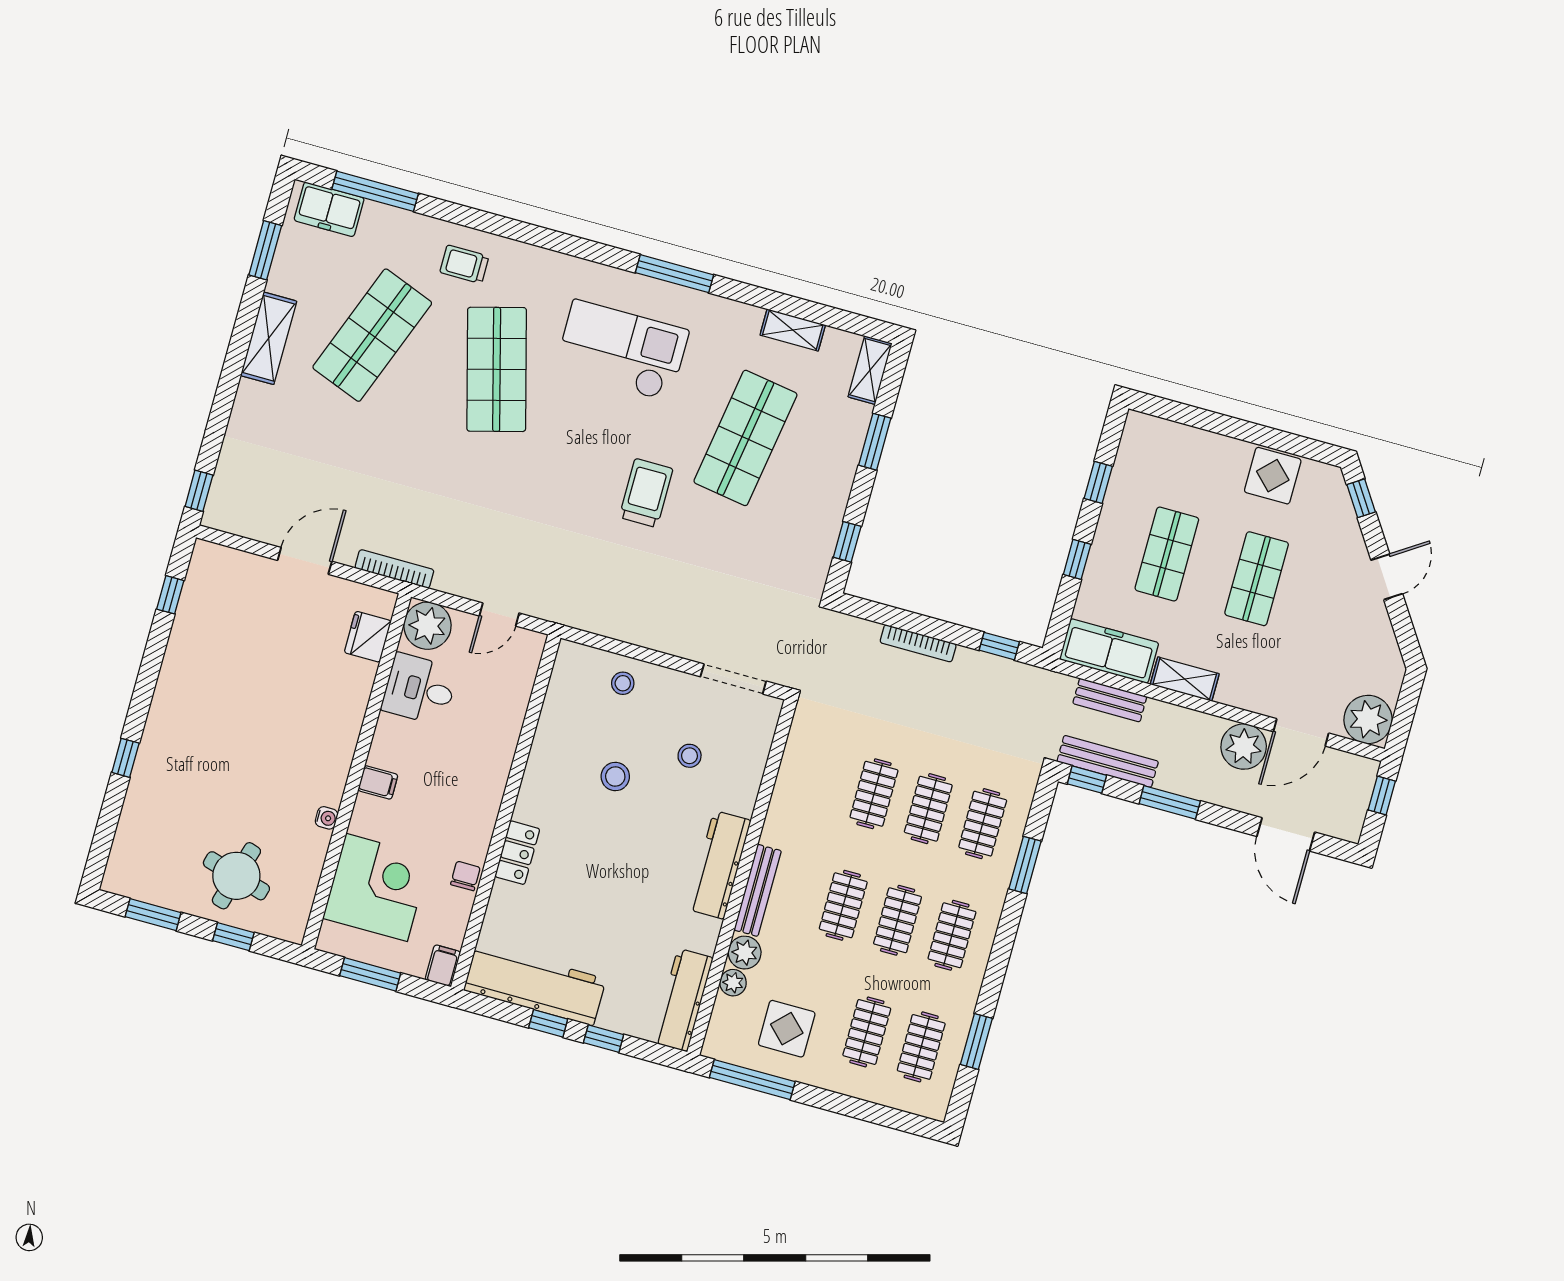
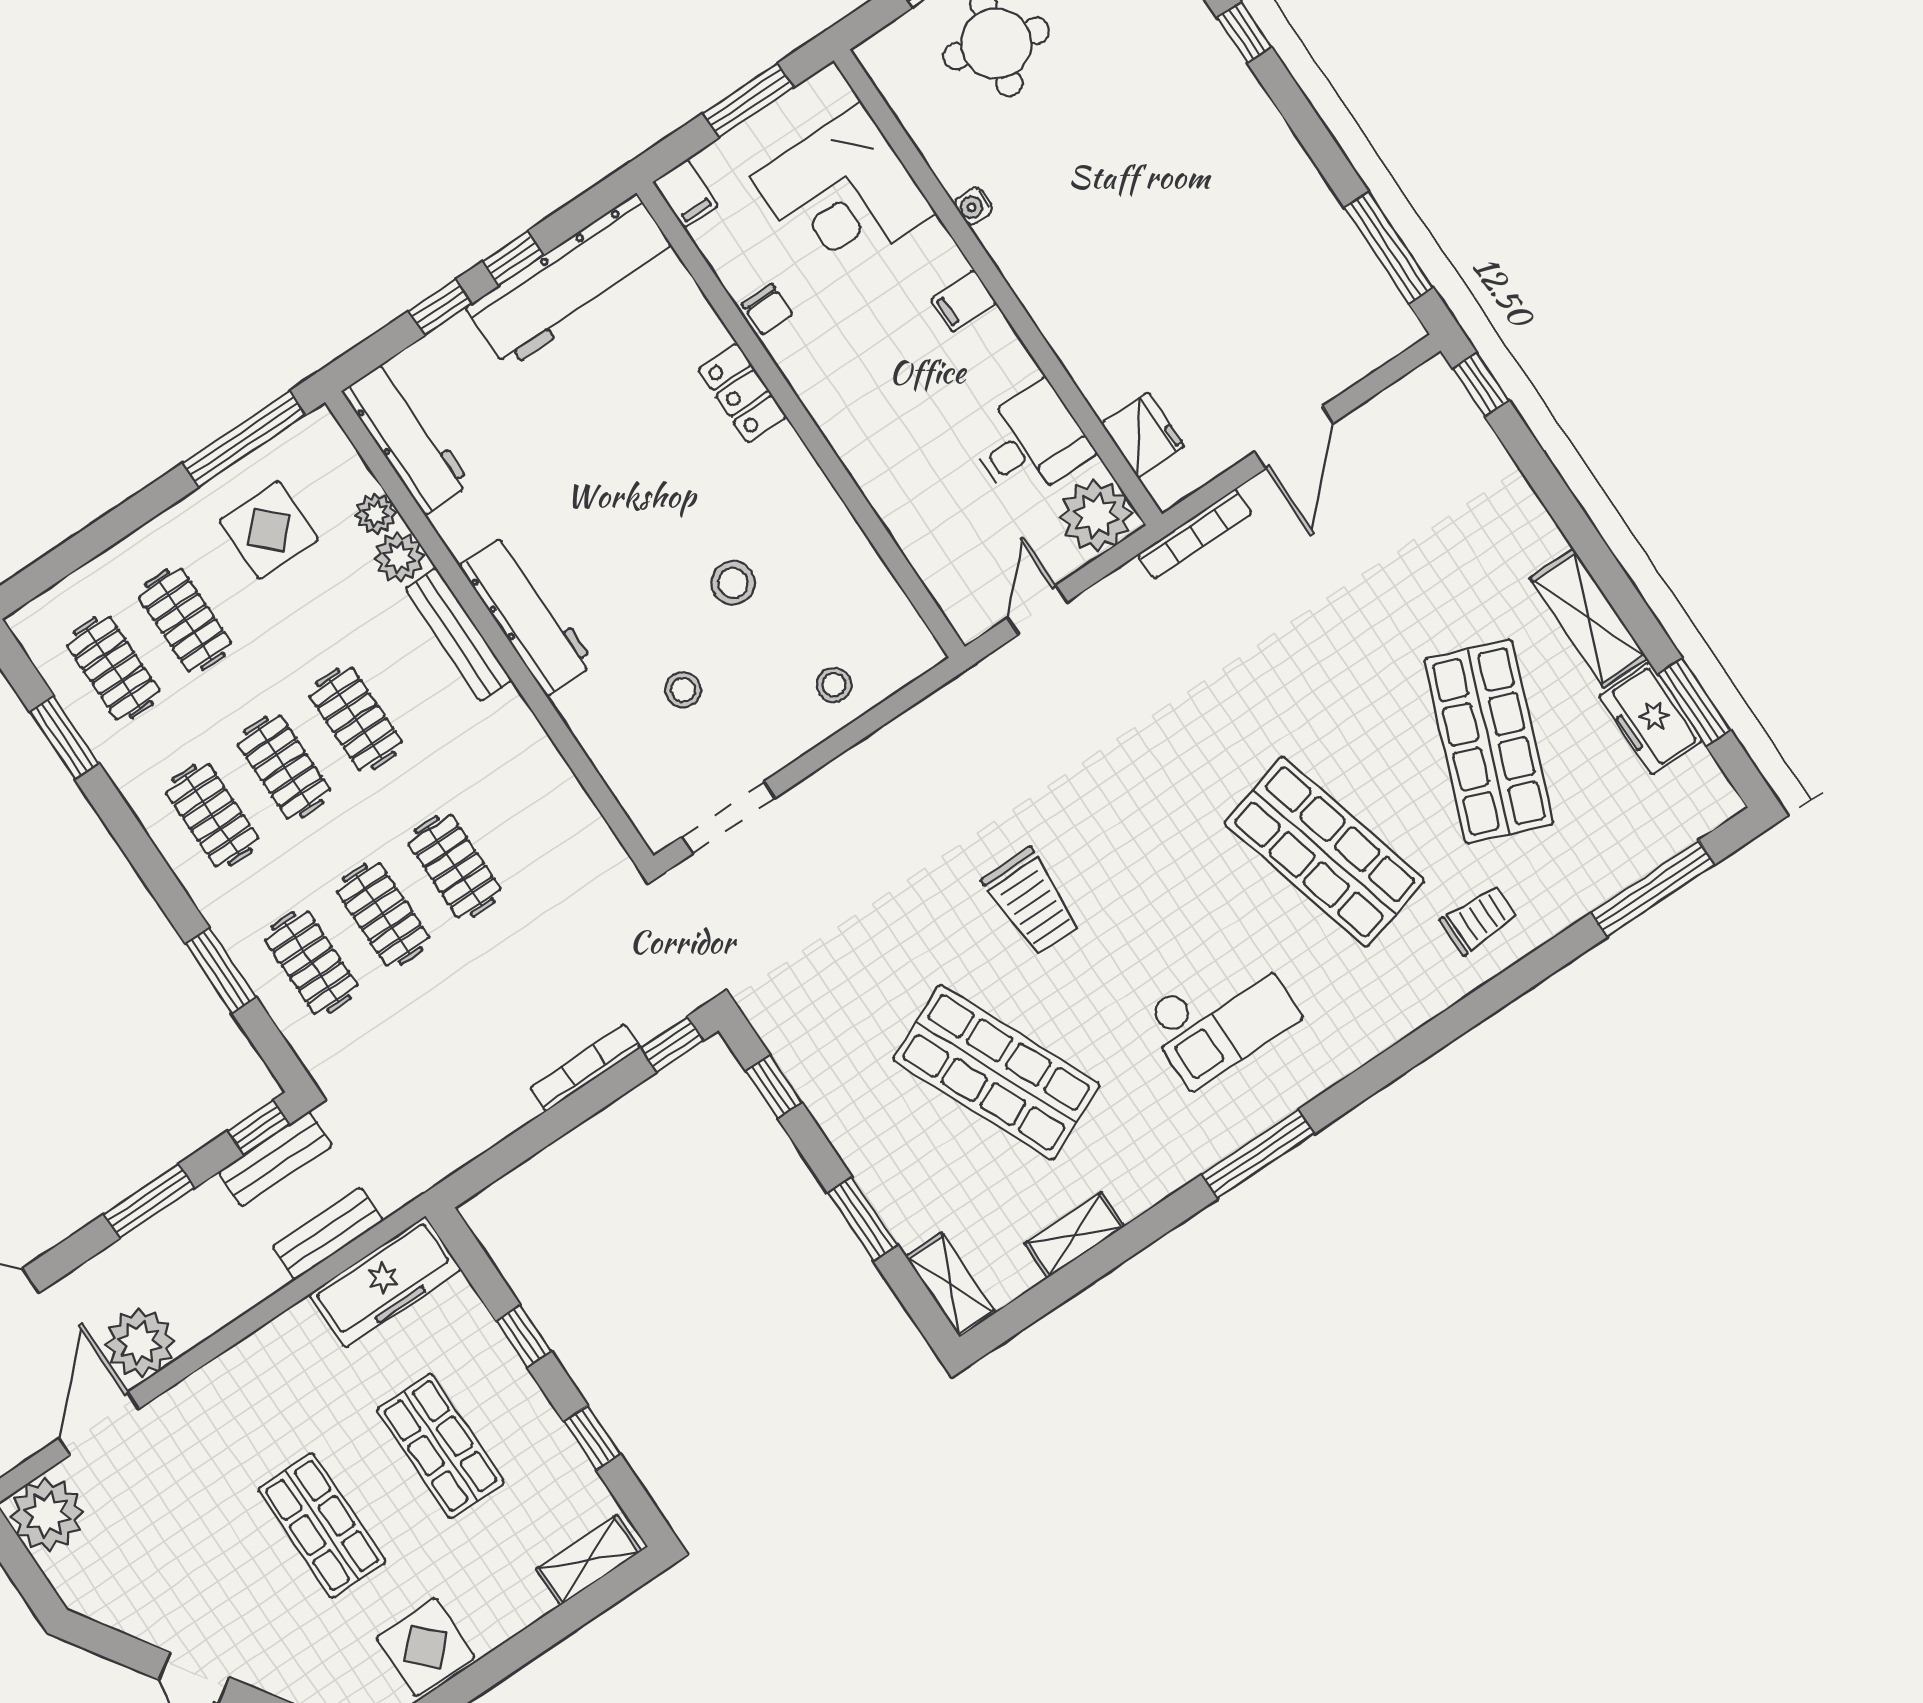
freezer: (329, 209) -> (1651, 719), moved, turned -90
checkout: (622, 351) -> (1221, 1016), width x0.73, depth x0.83
shop shelf: (745, 438) -> (996, 1072), turned -33
window: (170, 595) -> (1389, 247), width x2.17
window: (999, 646) -> (672, 1044), moved
shelving: (1185, 679) -> (589, 1560), moved
bench: (1108, 761) -> (275, 1159), width x0.73

